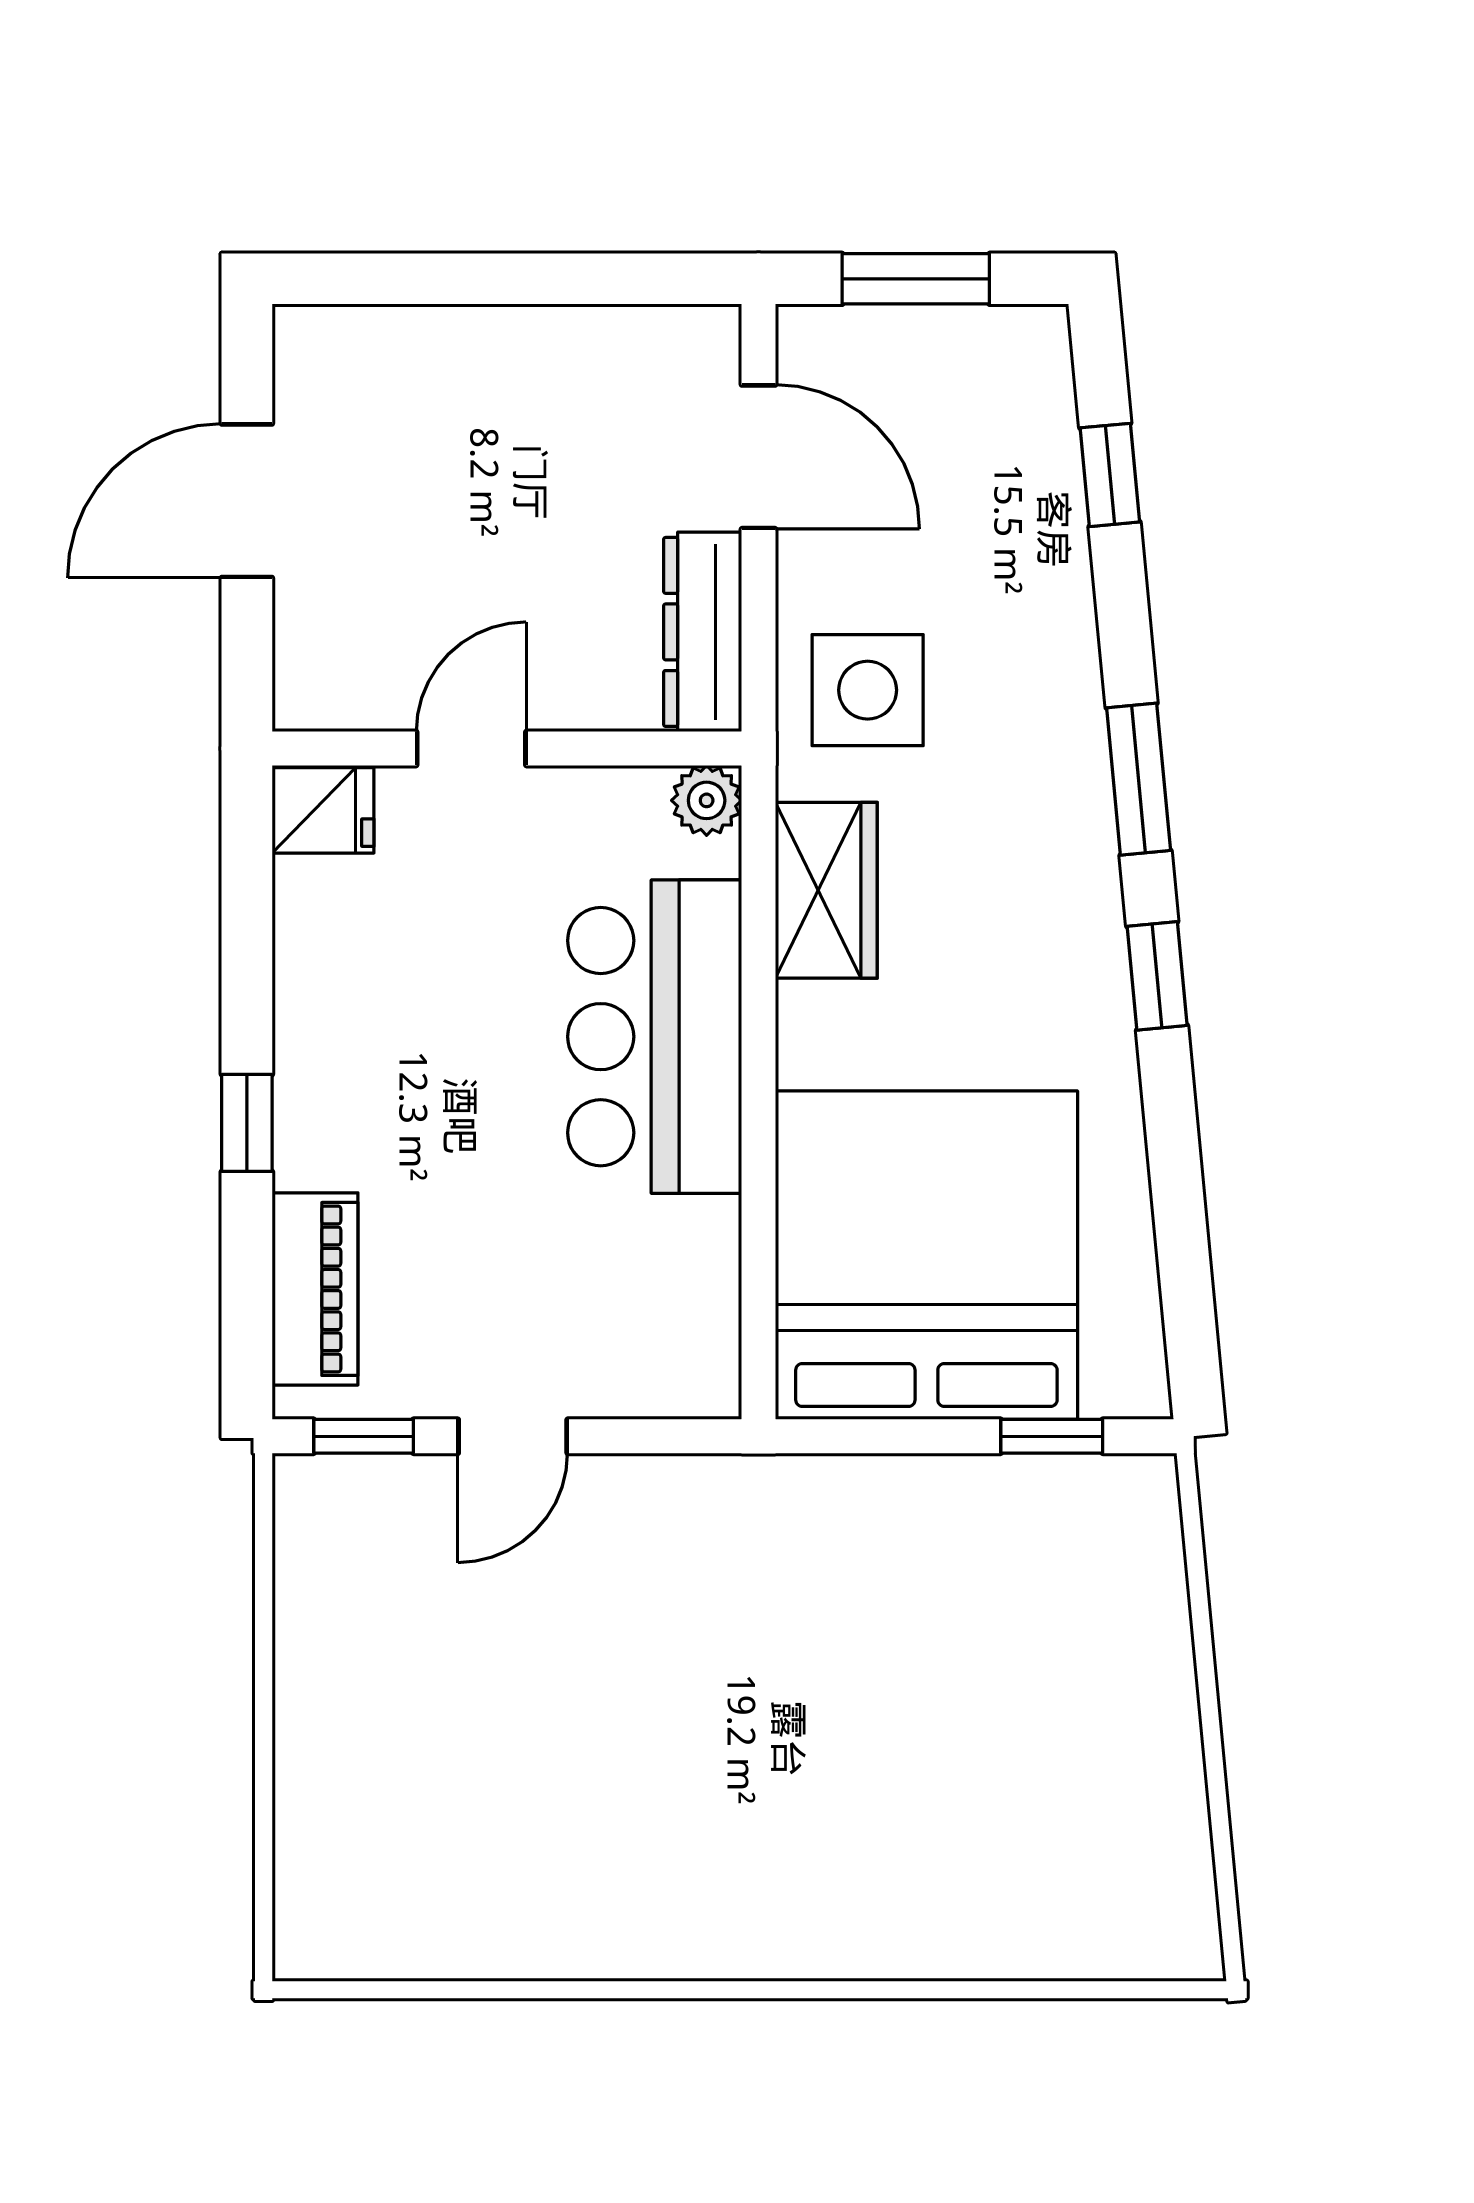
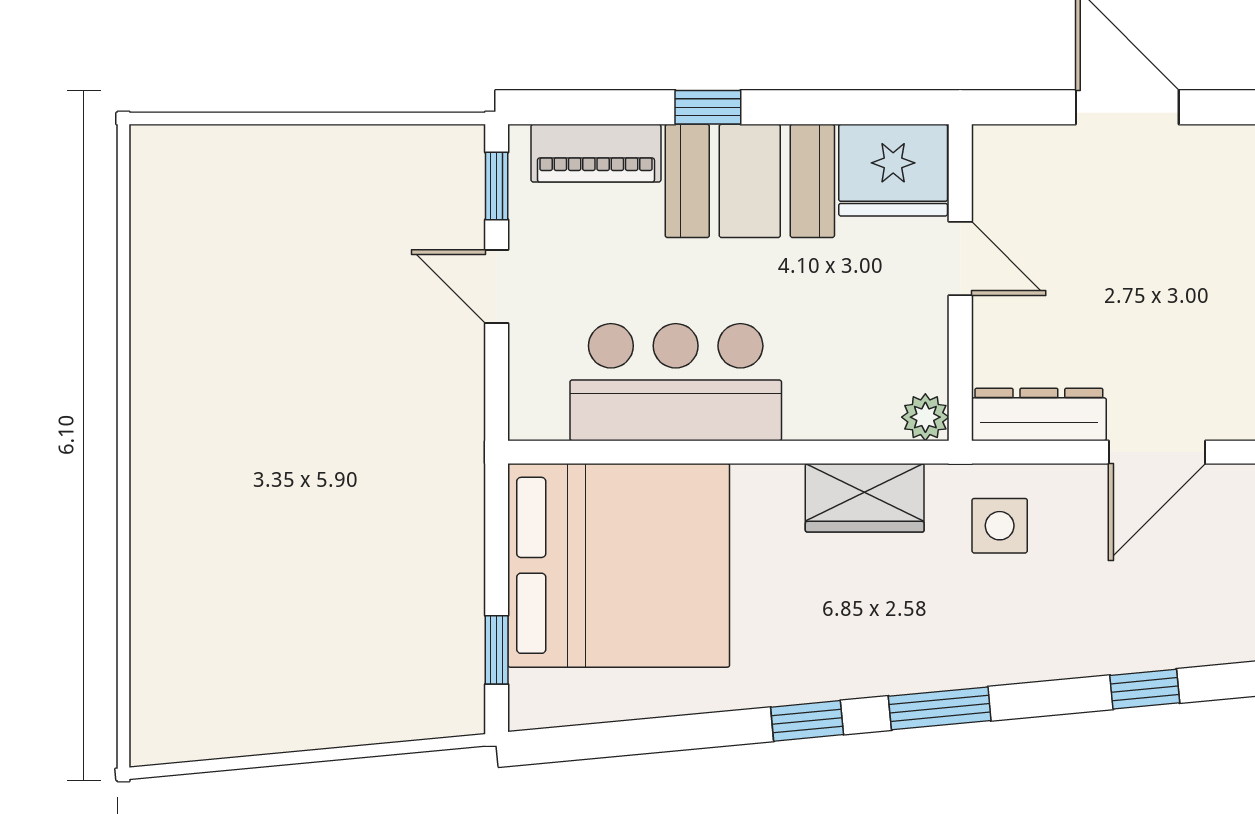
side table: (868, 690) -> (1000, 526), width x0.73, depth x0.73
fridge: (323, 810) -> (893, 170), width x1.88, depth x1.34
bar counter: (655, 1037) -> (676, 382), moved
booth: (356, 1061) -> (750, 181), added

